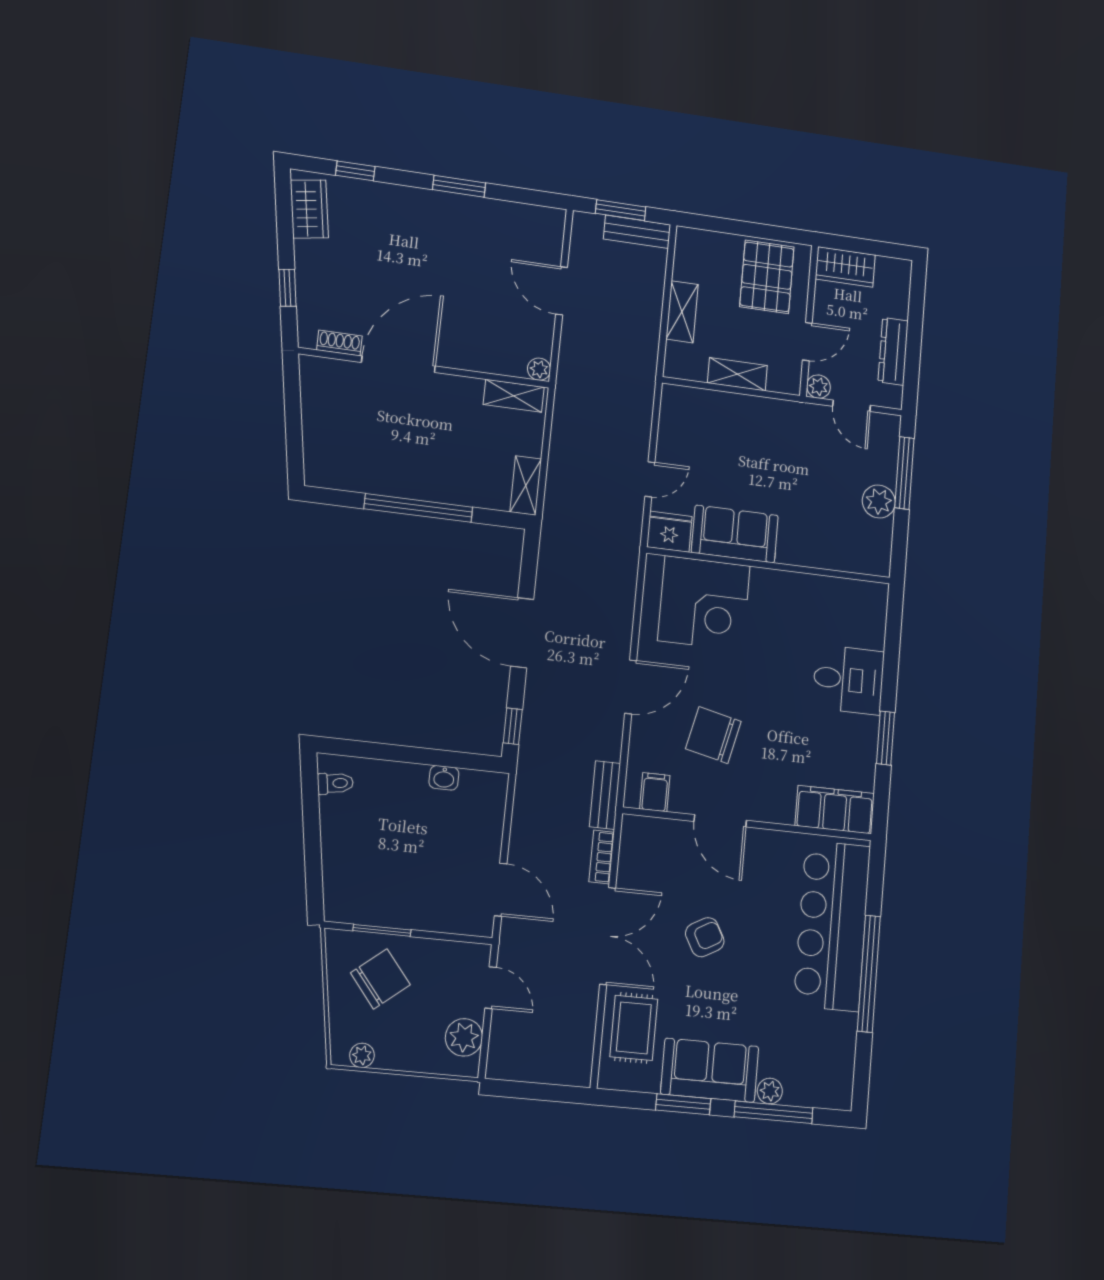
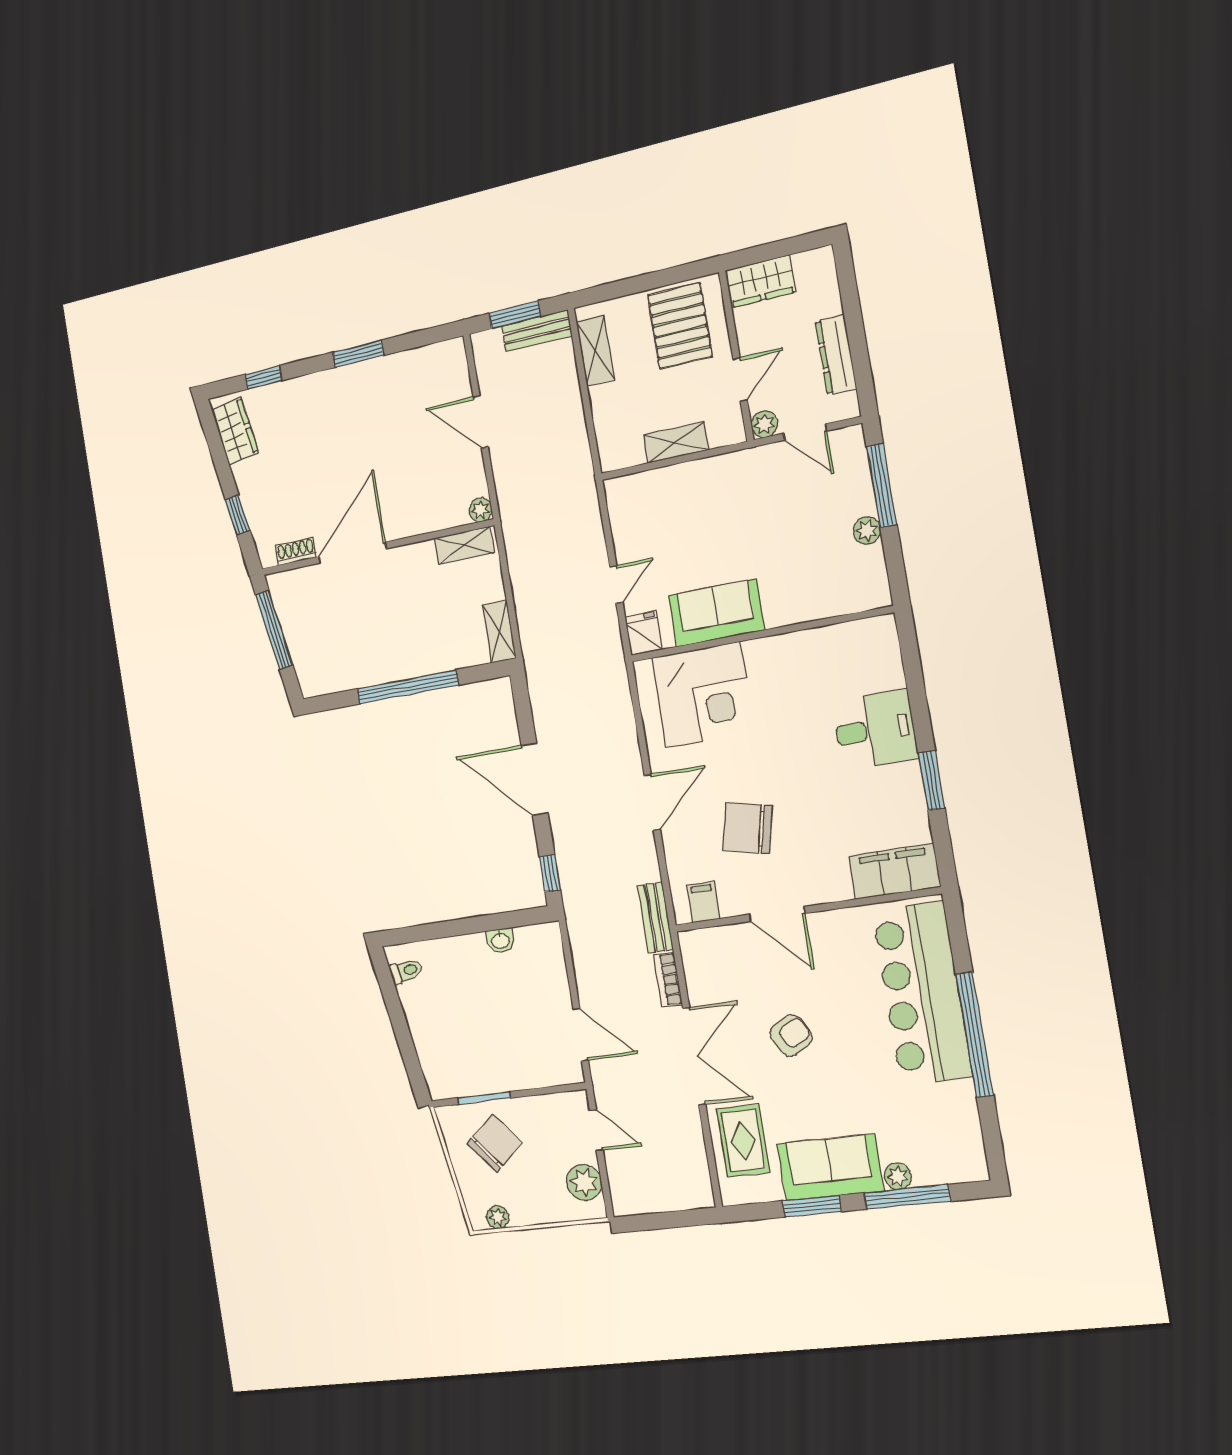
shelving: (682, 312) -> (595, 351), moved
window: (293, 409) -> (274, 630), added
plant: (879, 502) -> (867, 531), width x0.73, depth x0.73
fridge: (669, 532) -> (643, 633), width x0.72

